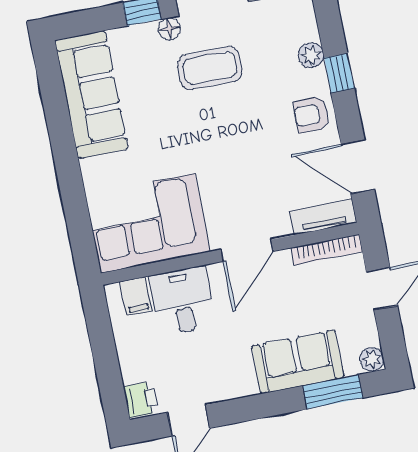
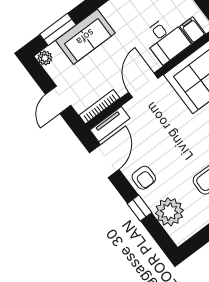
plant: (311, 55) -> (169, 212), width x1.88, depth x1.88
armchair: (312, 115) -> (144, 178), turned 90
door: (358, 167) -> (104, 161), hinge flipped

